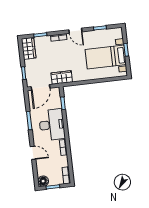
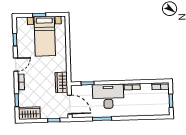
door: (33, 153) -> (135, 118), removed
floor lamp: (43, 181) -> (164, 110), removed

